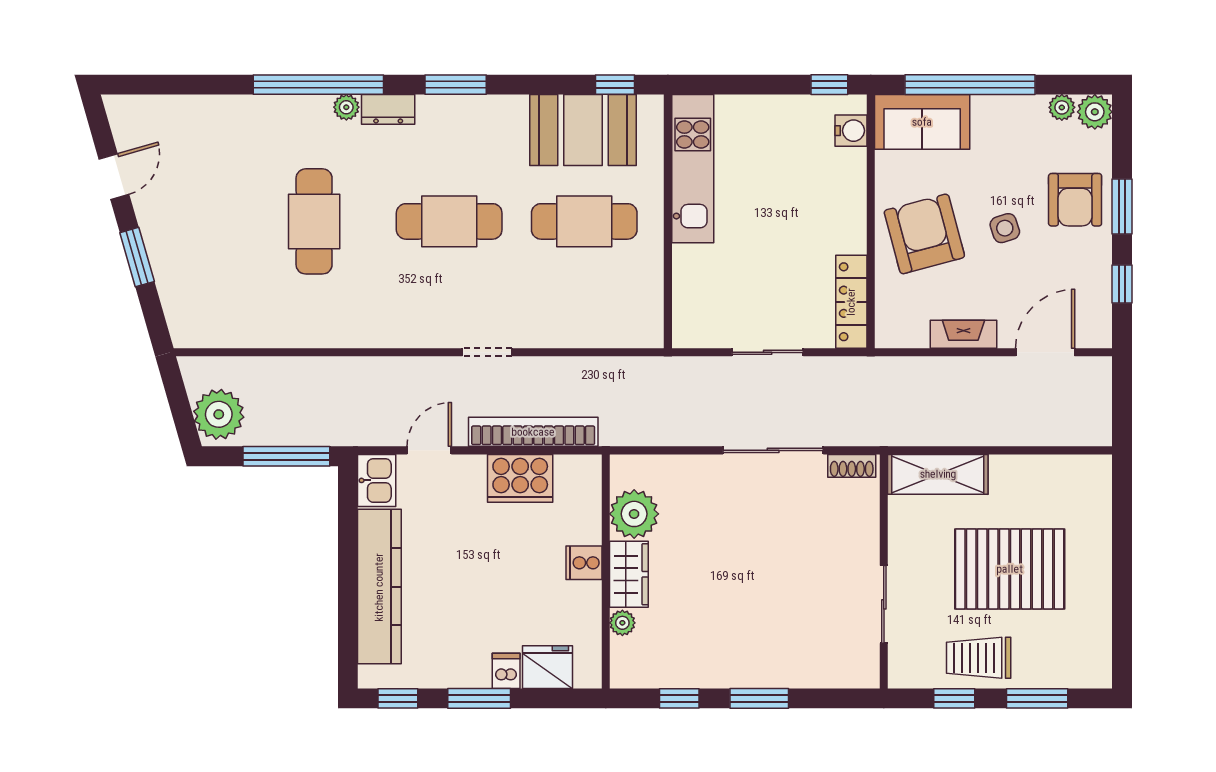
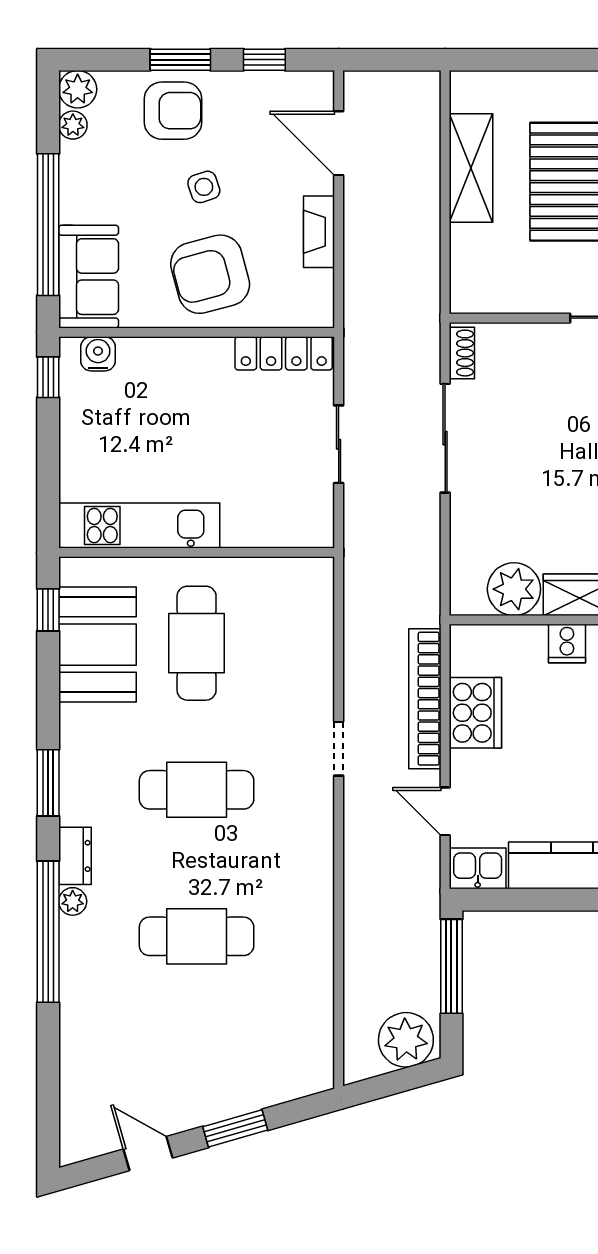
cafe table: (449, 221) -> (197, 790), turned 90
shelving: (938, 474) -> (471, 168), moved

